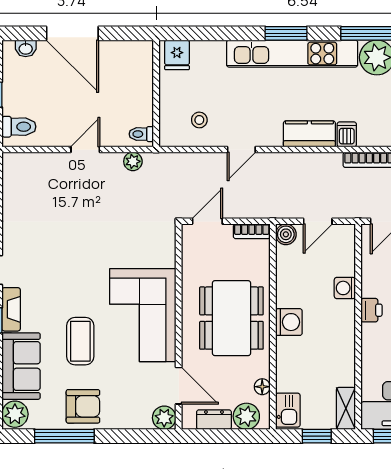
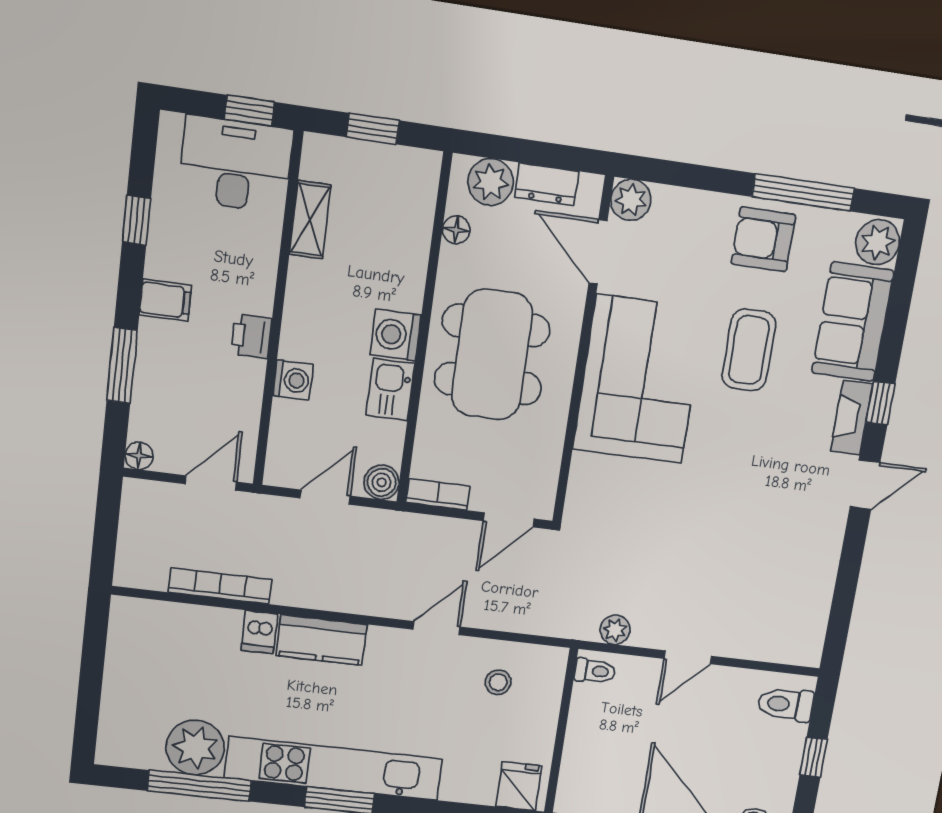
shelving: (346, 408) -> (310, 220), moved
kitchen sink: (288, 410) -> (390, 389), moved

